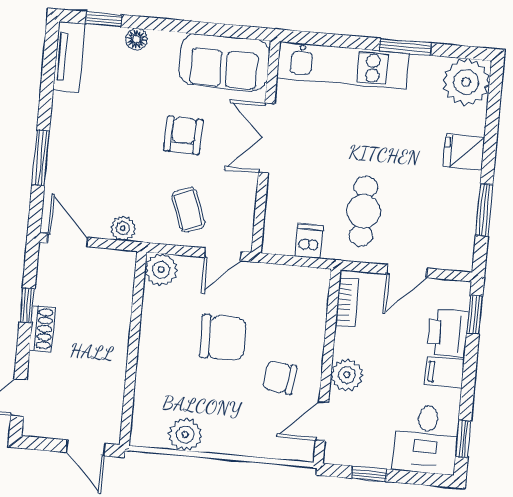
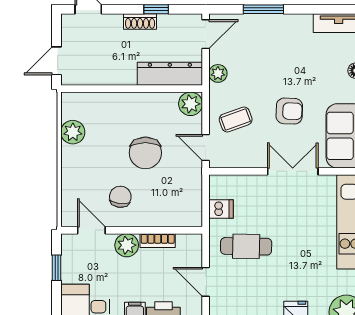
dresser: (117, 294) -> (170, 74), added
bookcase: (347, 302) -> (158, 241), moved

